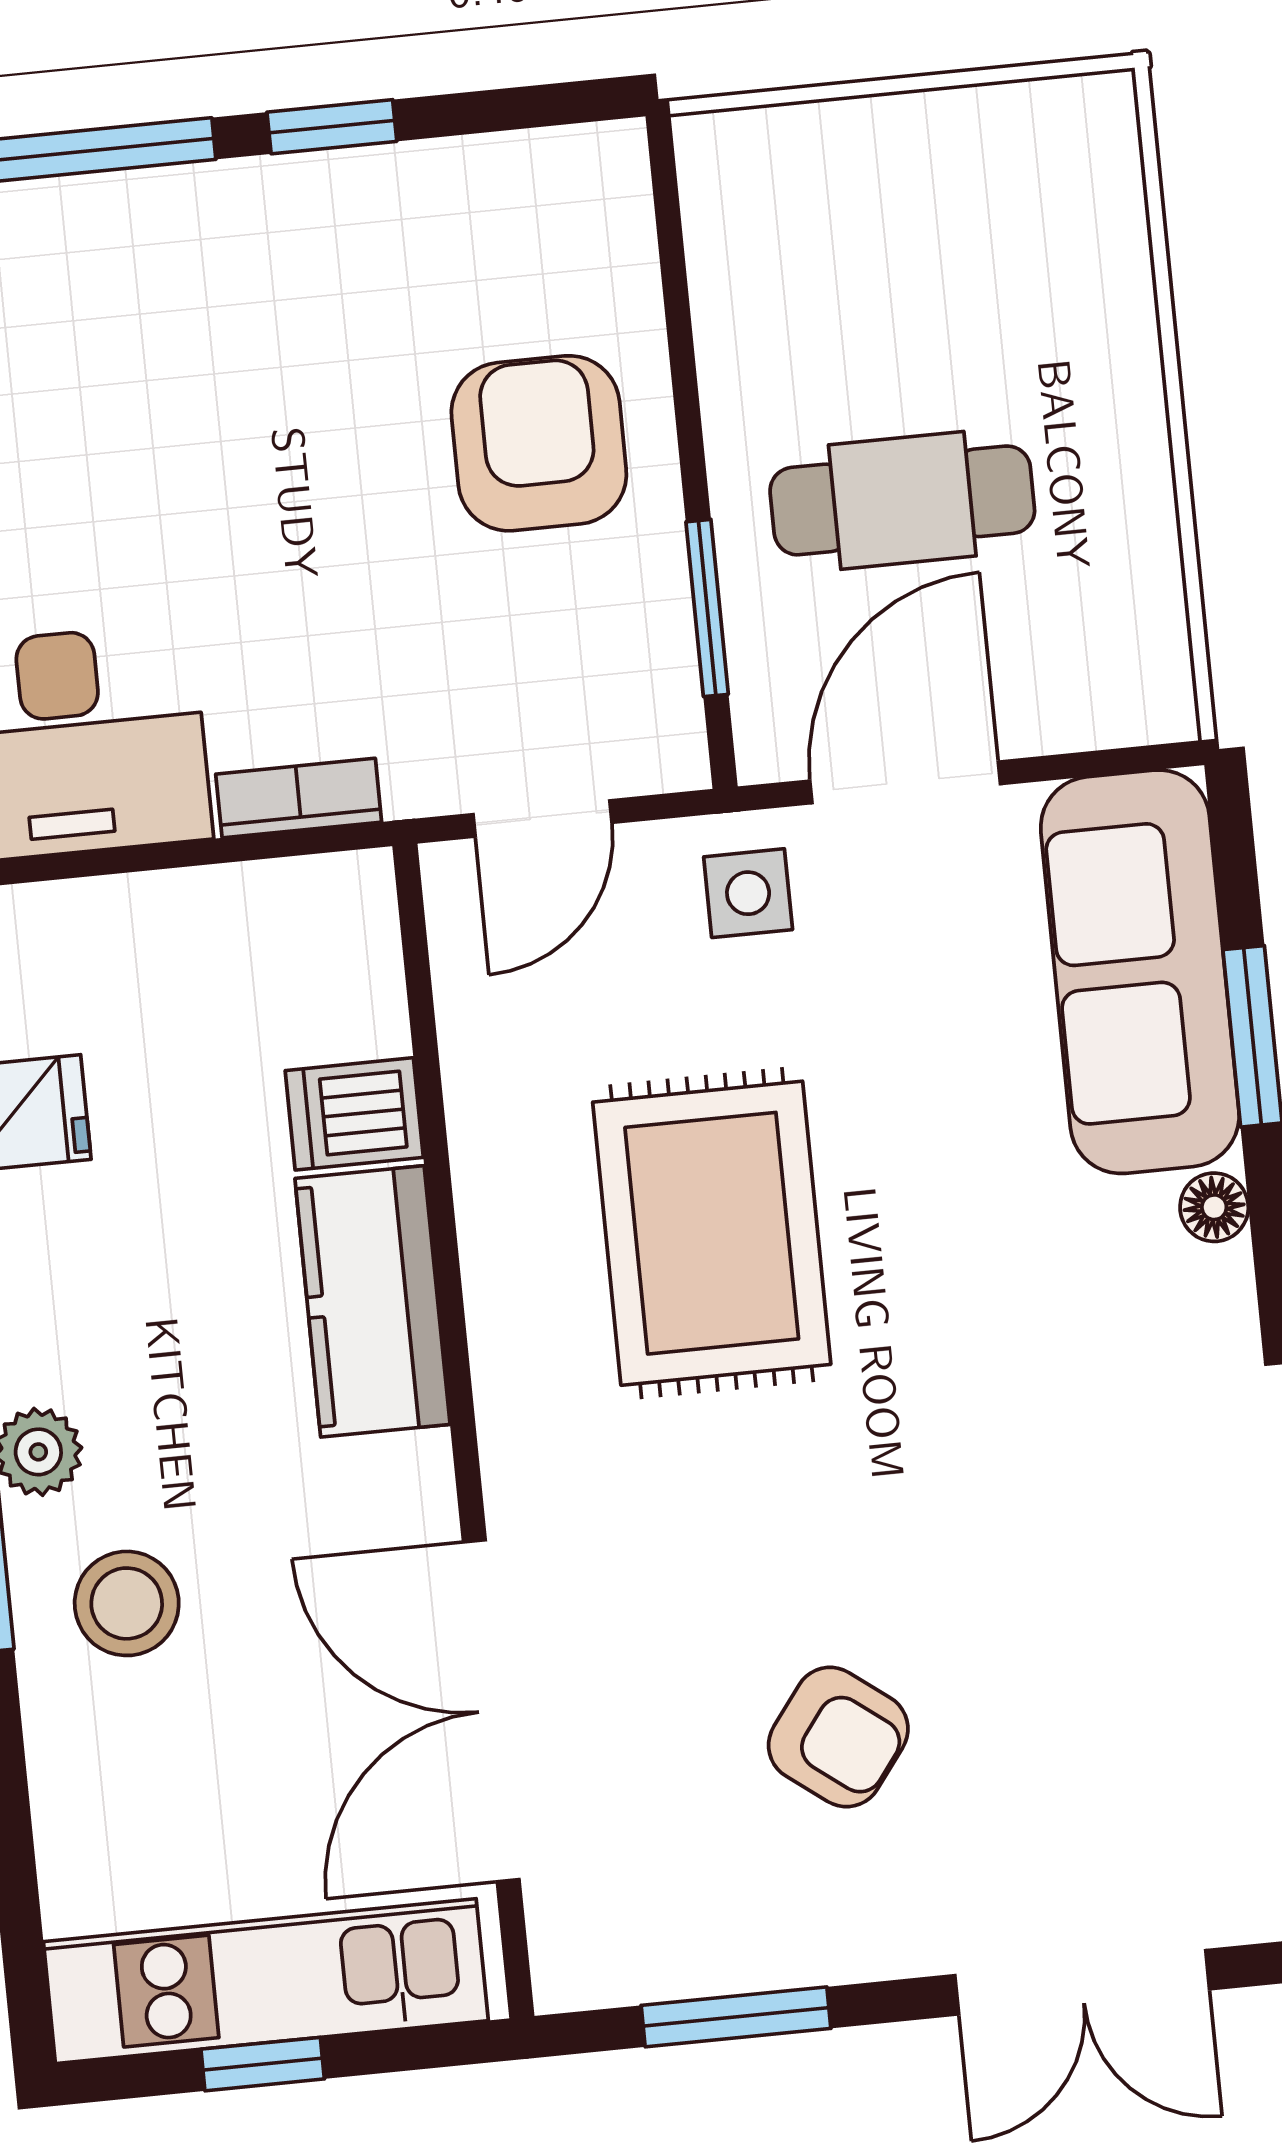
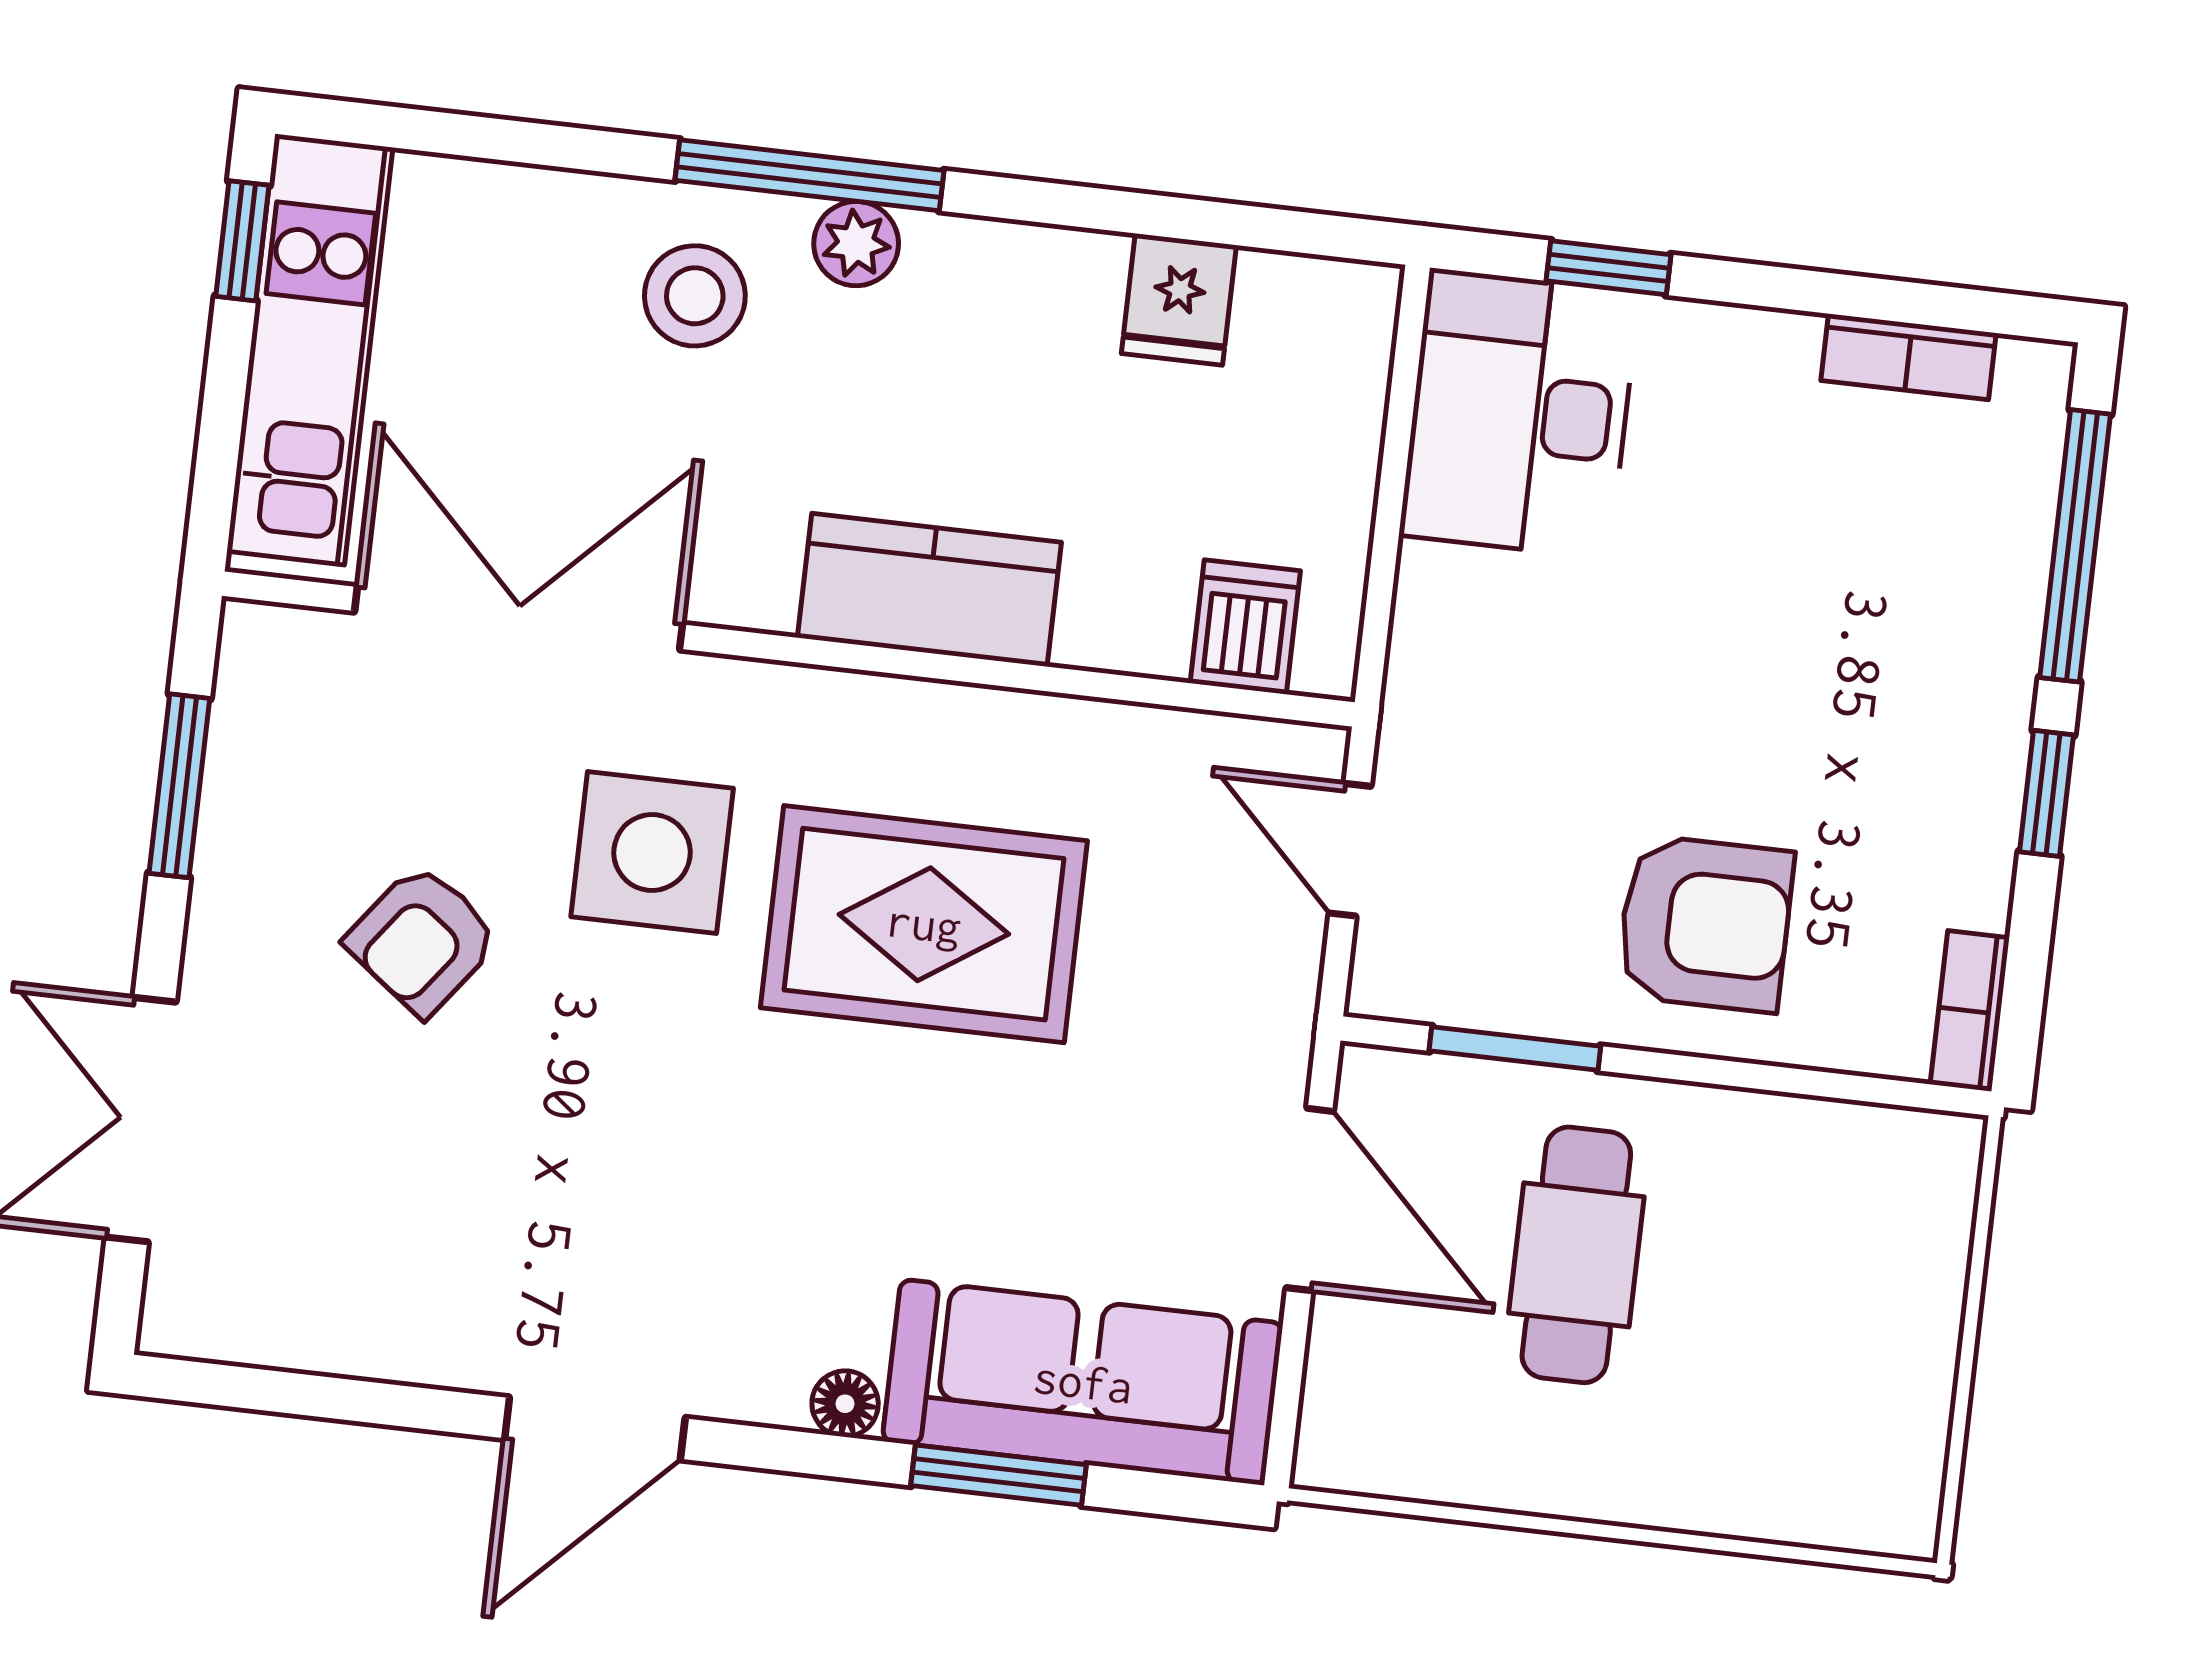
bookcase: (299, 798) -> (1970, 1011), moved, turned 180
side table: (748, 893) -> (652, 853), moved, width x1.87, depth x1.87
dishwasher: (354, 1114) -> (1245, 627), moved
window: (263, 2064) -> (242, 241), moved

